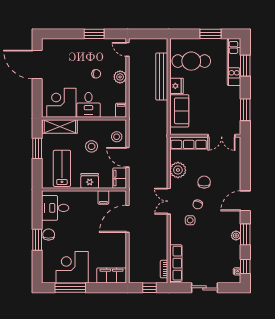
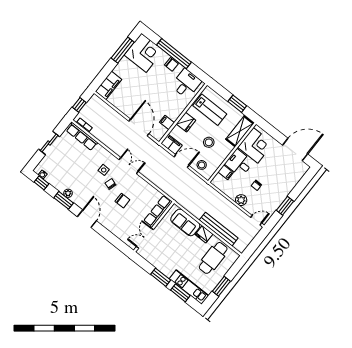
filing cabinet: (121, 110) -> (226, 172), moved
window: (245, 110) -> (161, 277), moved
plant: (178, 170) -> (145, 189), removed
window: (37, 240) -> (174, 54), width x2.11
corner desk: (72, 267) -> (144, 53), moved

